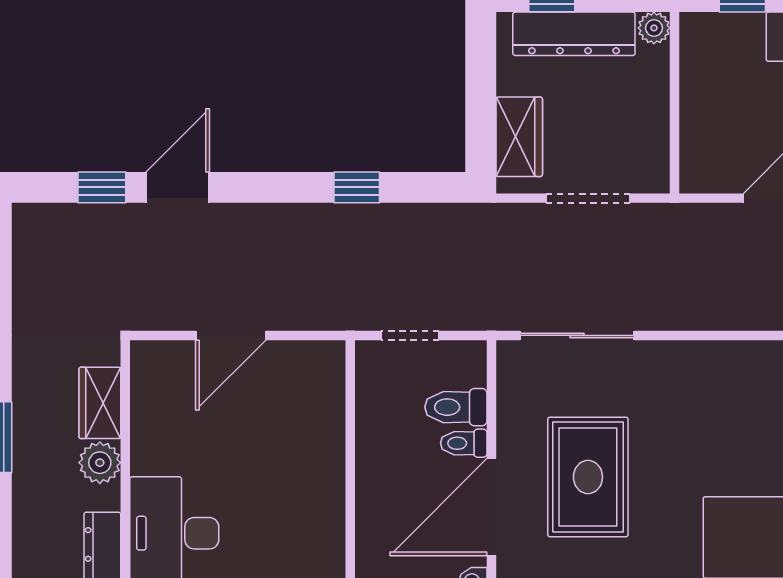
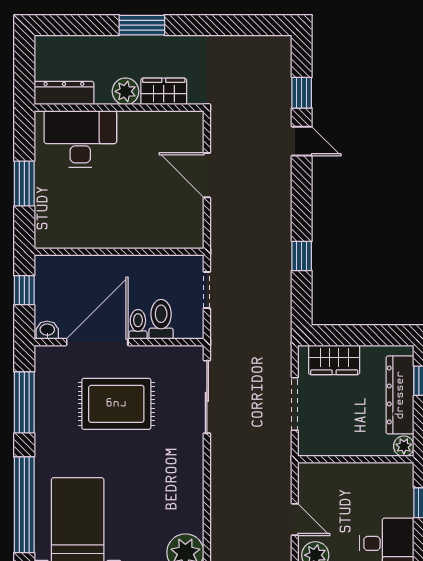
door: (178, 187) -> (302, 141), width x0.73
door: (491, 507) -> (97, 342), hinge flipped

